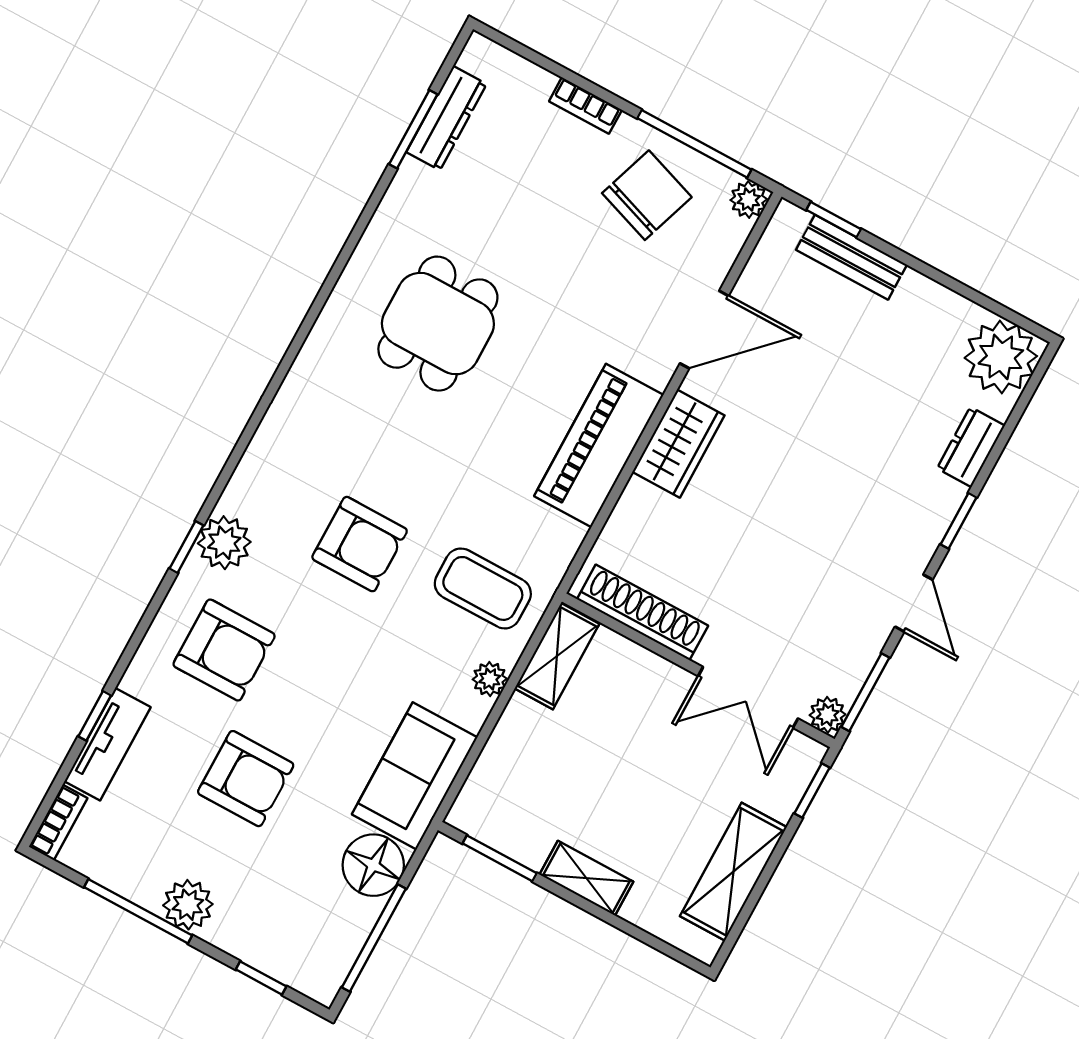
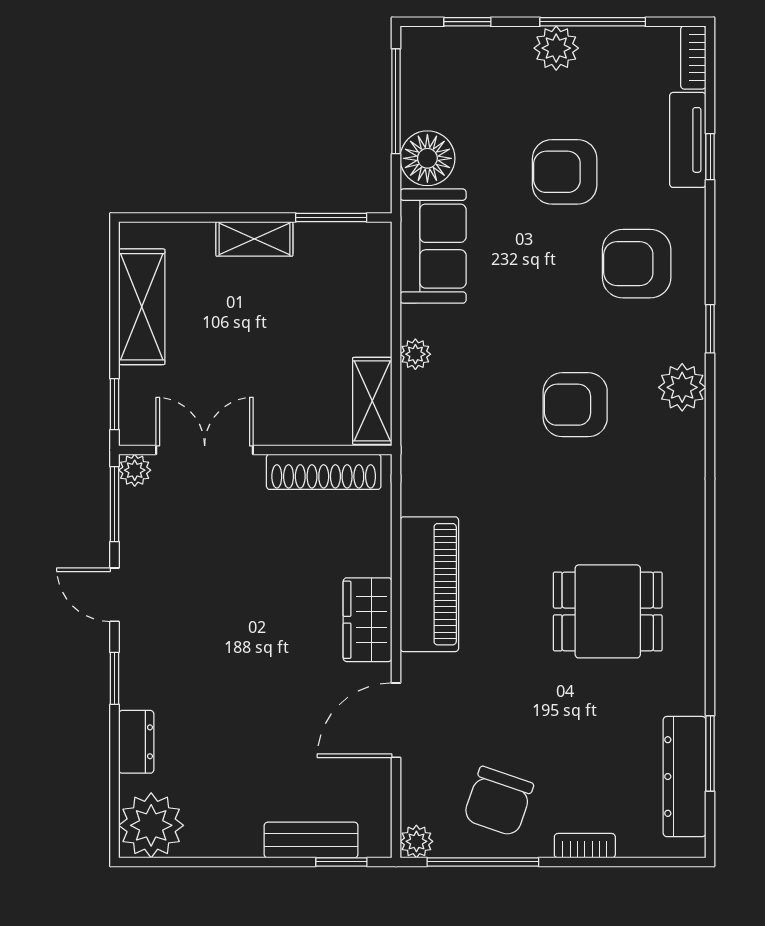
dresser: (446, 118) -> (685, 777), width x1.37, depth x1.24
dining table: (438, 324) -> (608, 611), turned 90
plant: (224, 543) -> (682, 387), moved
coffee table: (483, 588) -> (459, 422), removed

